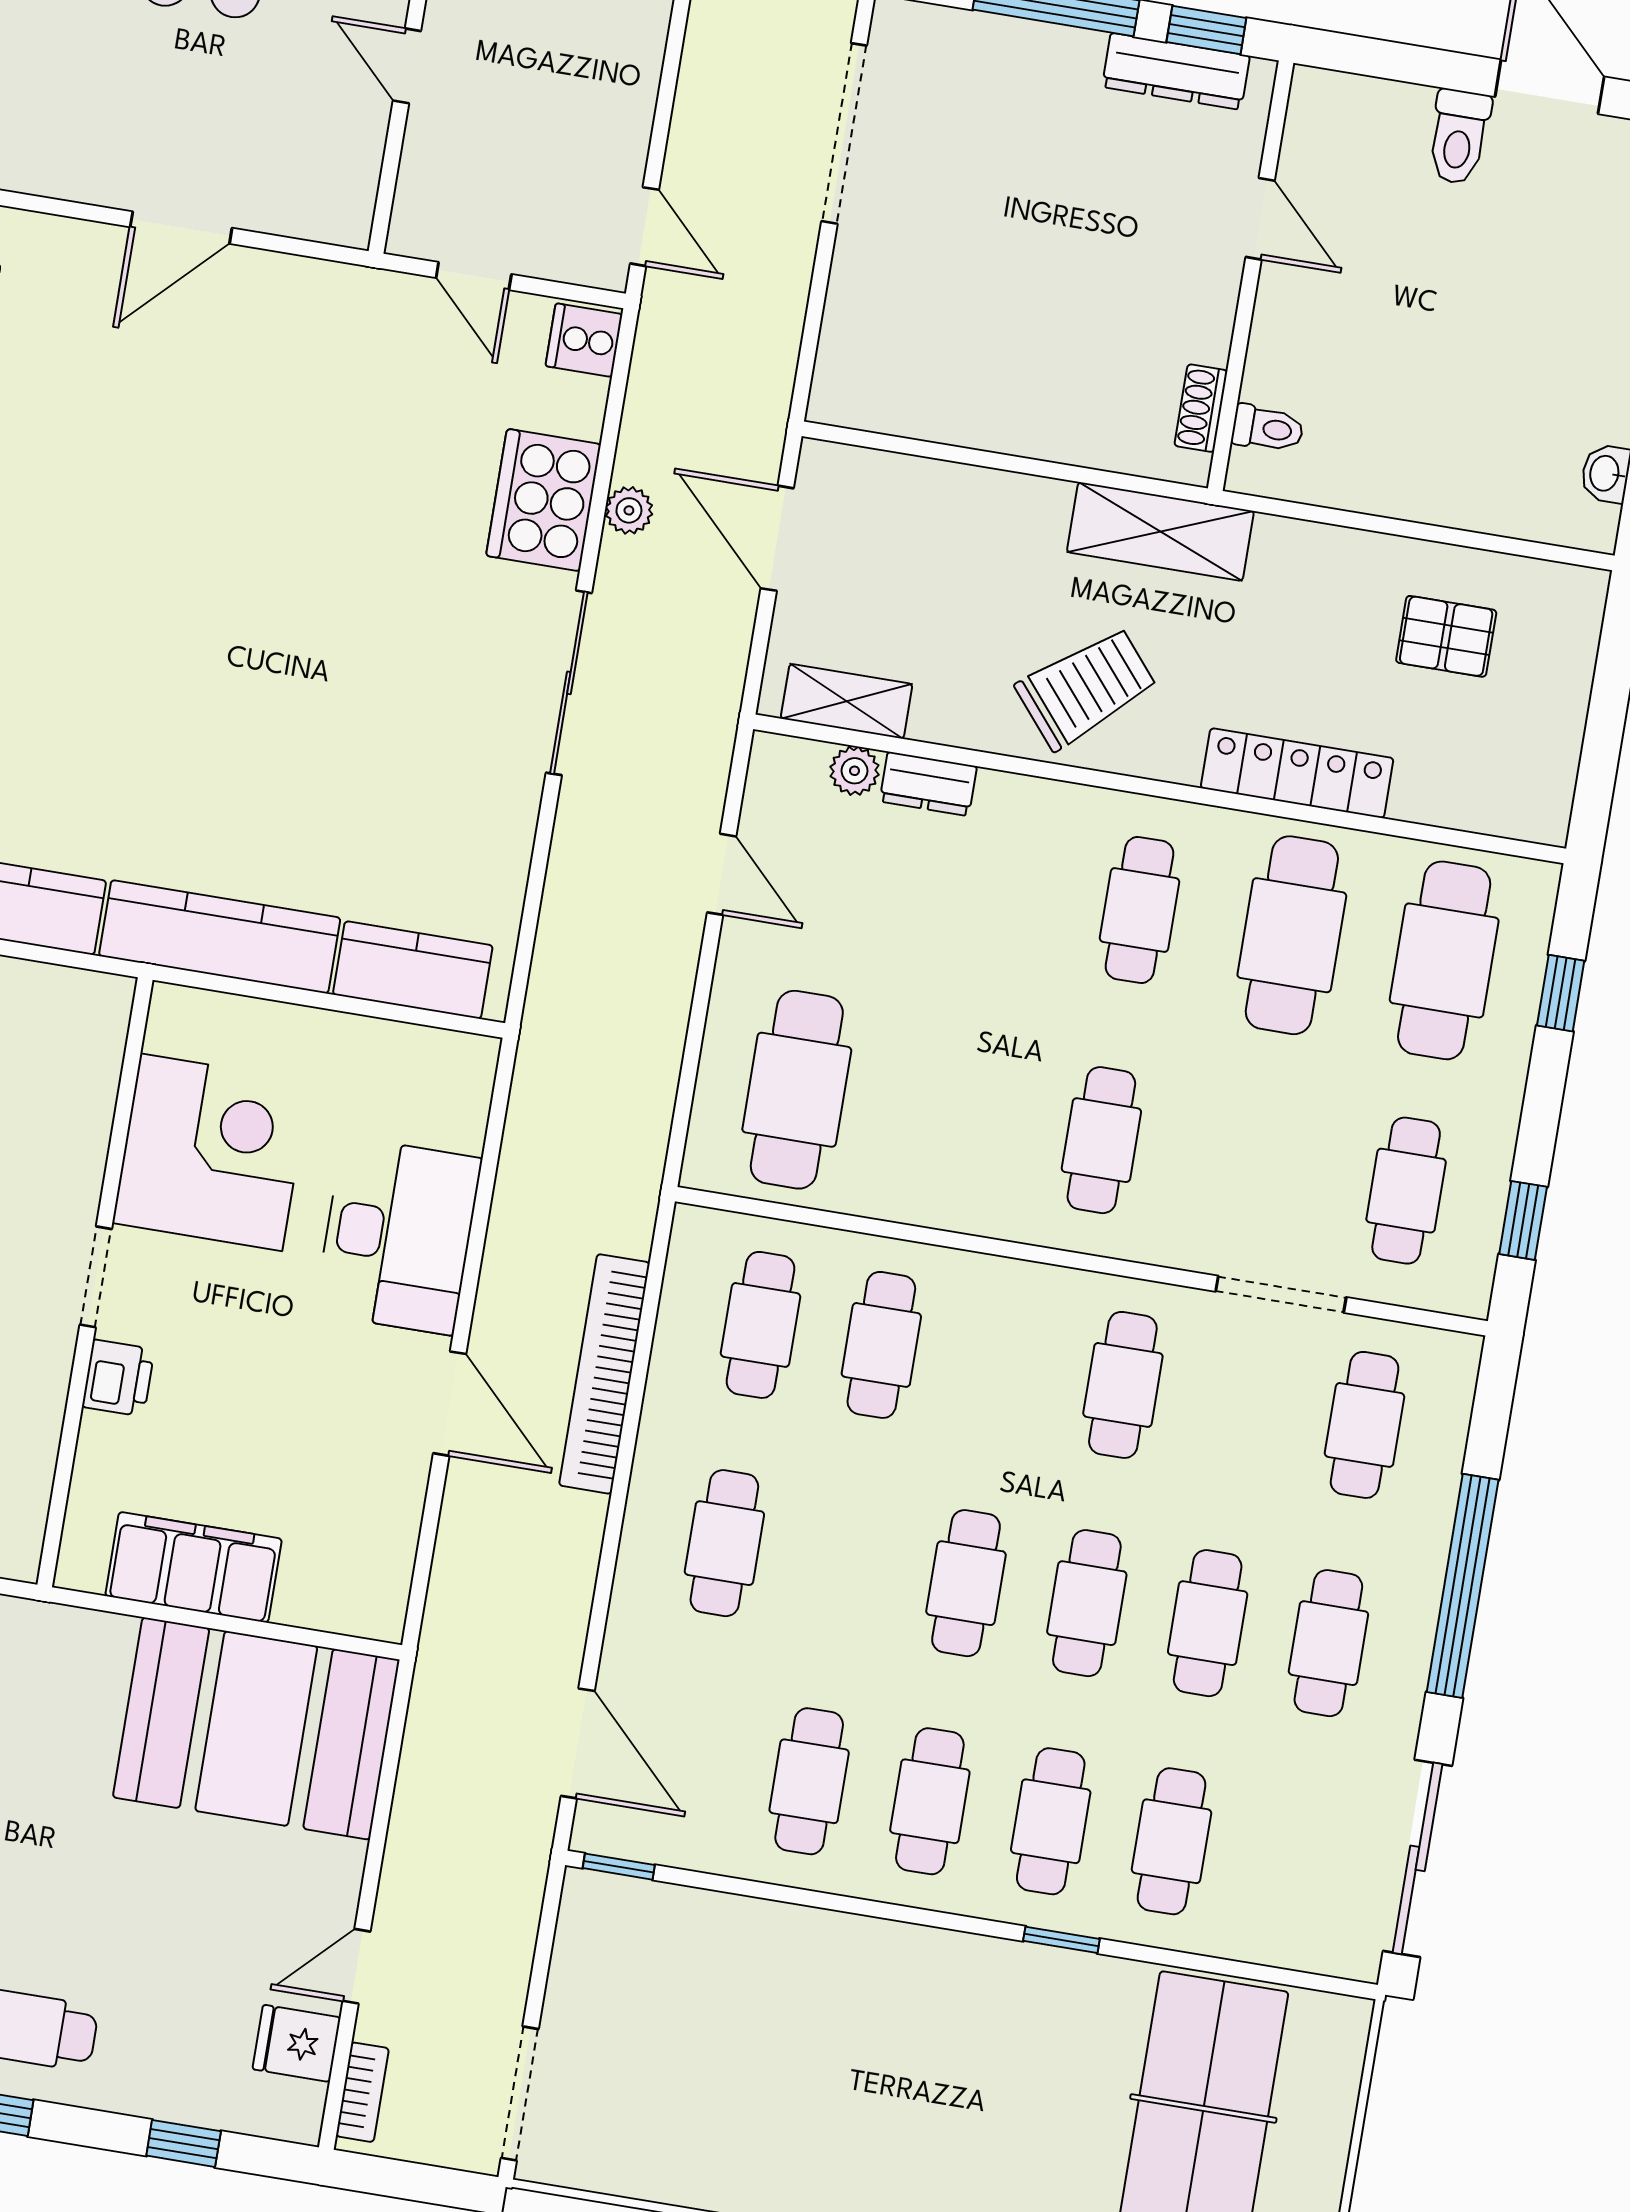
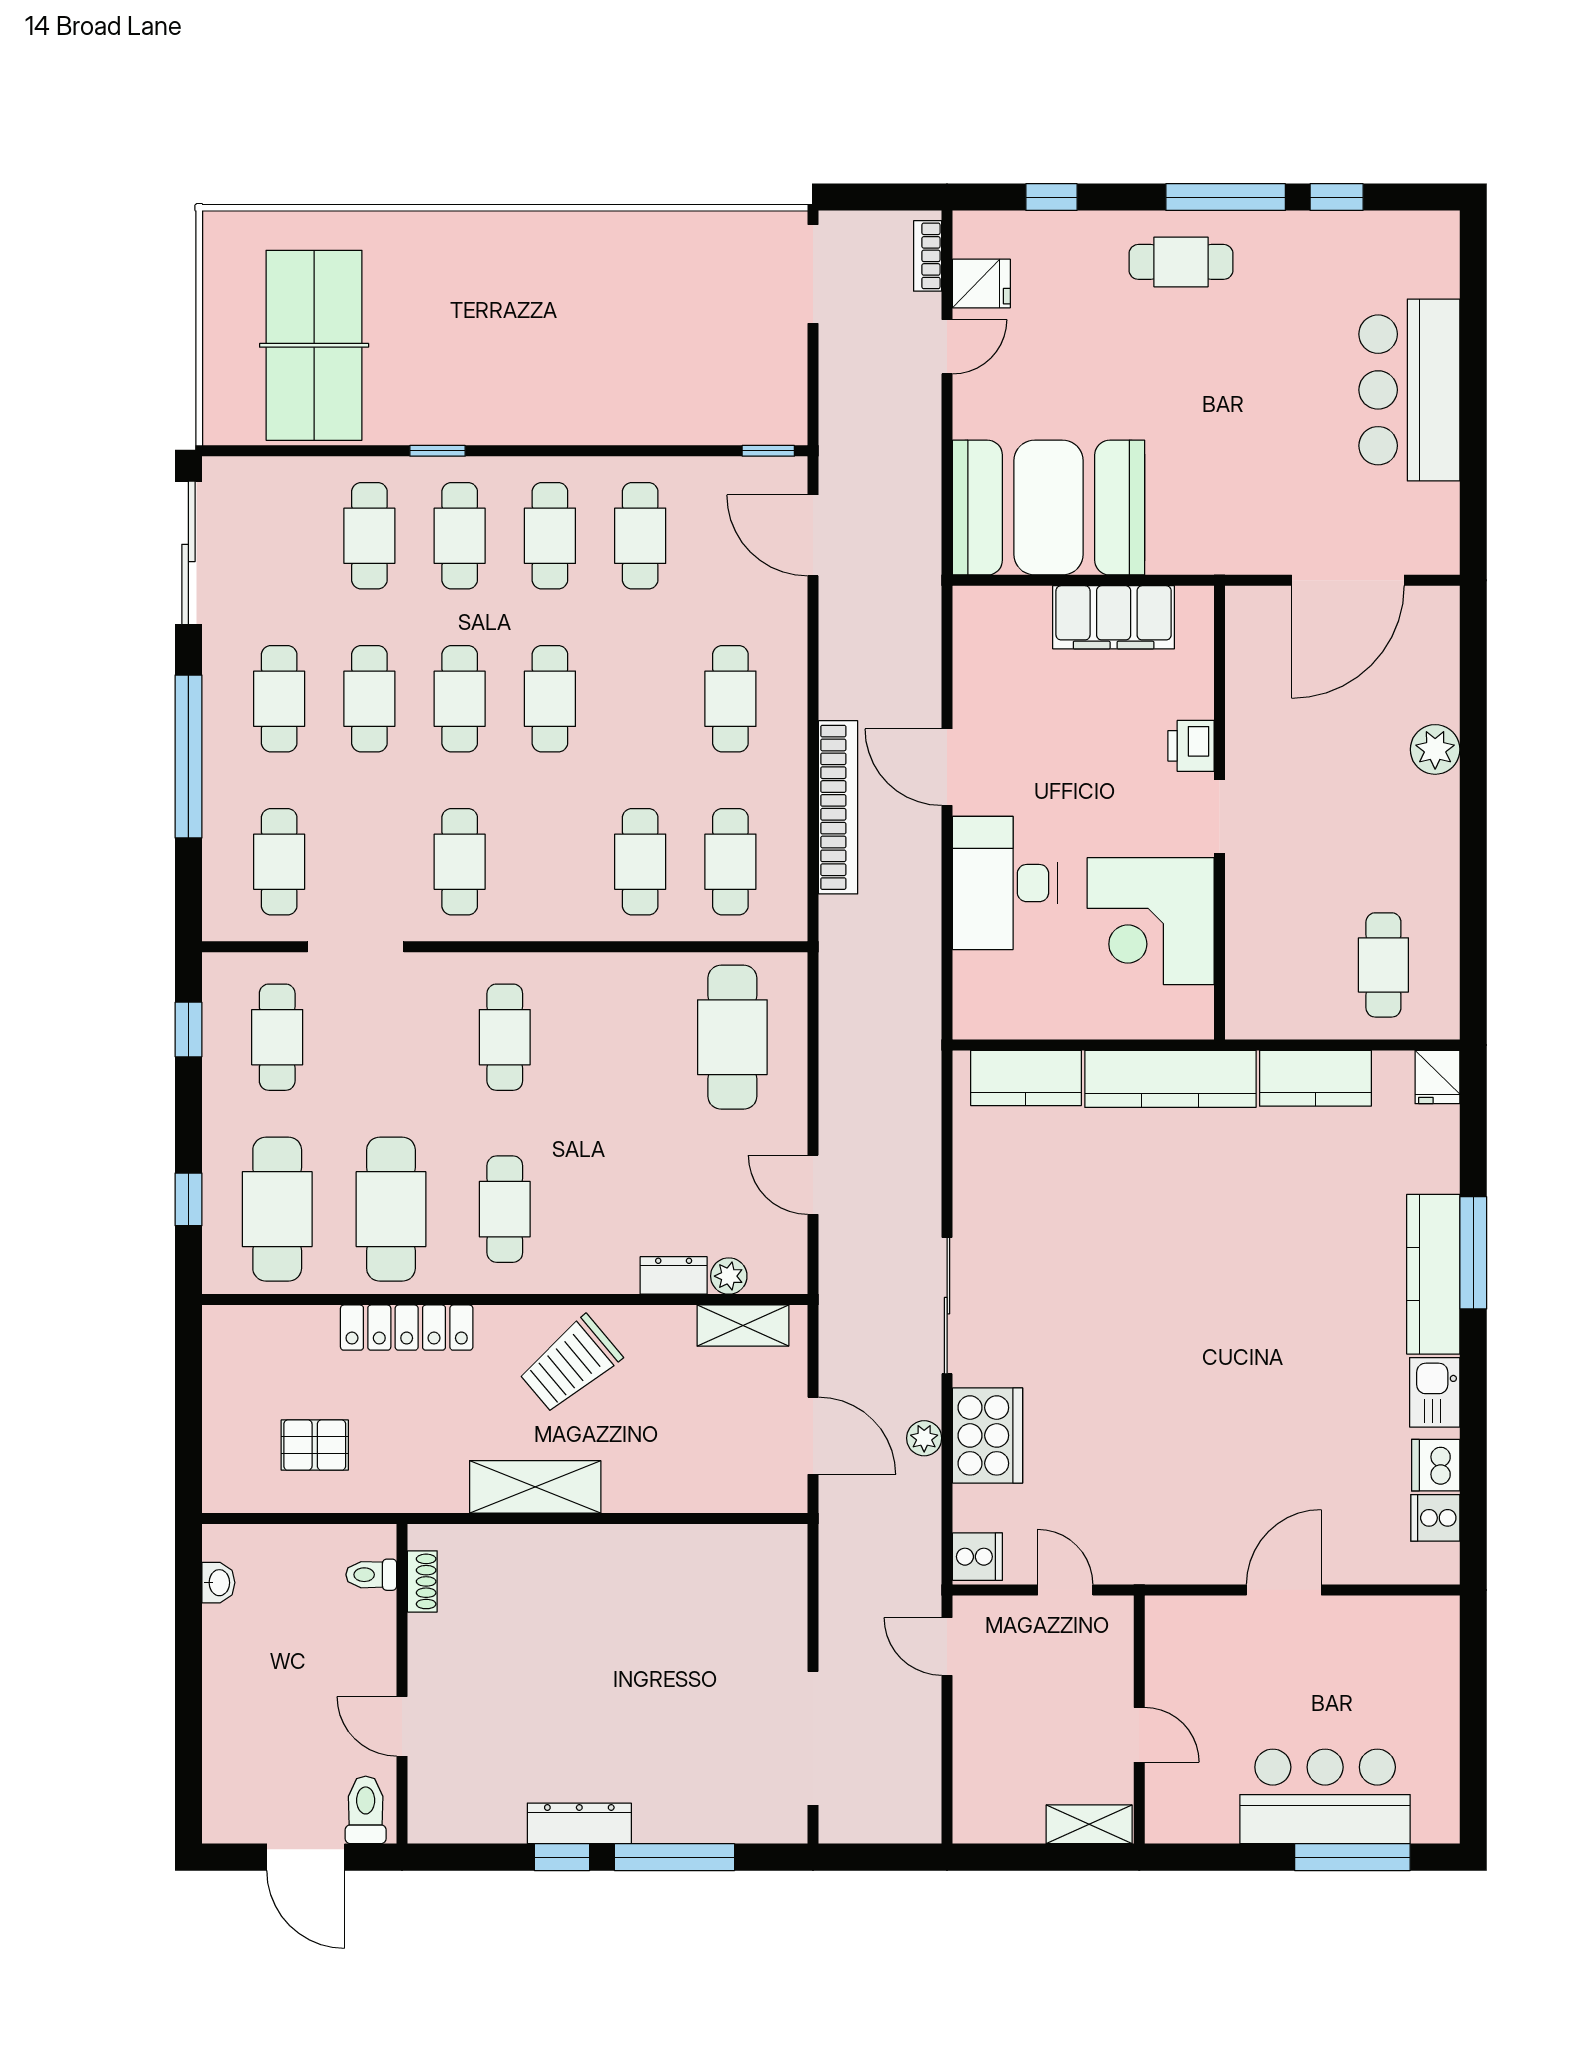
door: (1260, 219) -> (402, 1726), moved
wall: (1251, 276) -> (402, 1684), moved
shoe rack: (1201, 408) -> (422, 1581), moved
toilet: (1268, 429) -> (371, 1575), moved

